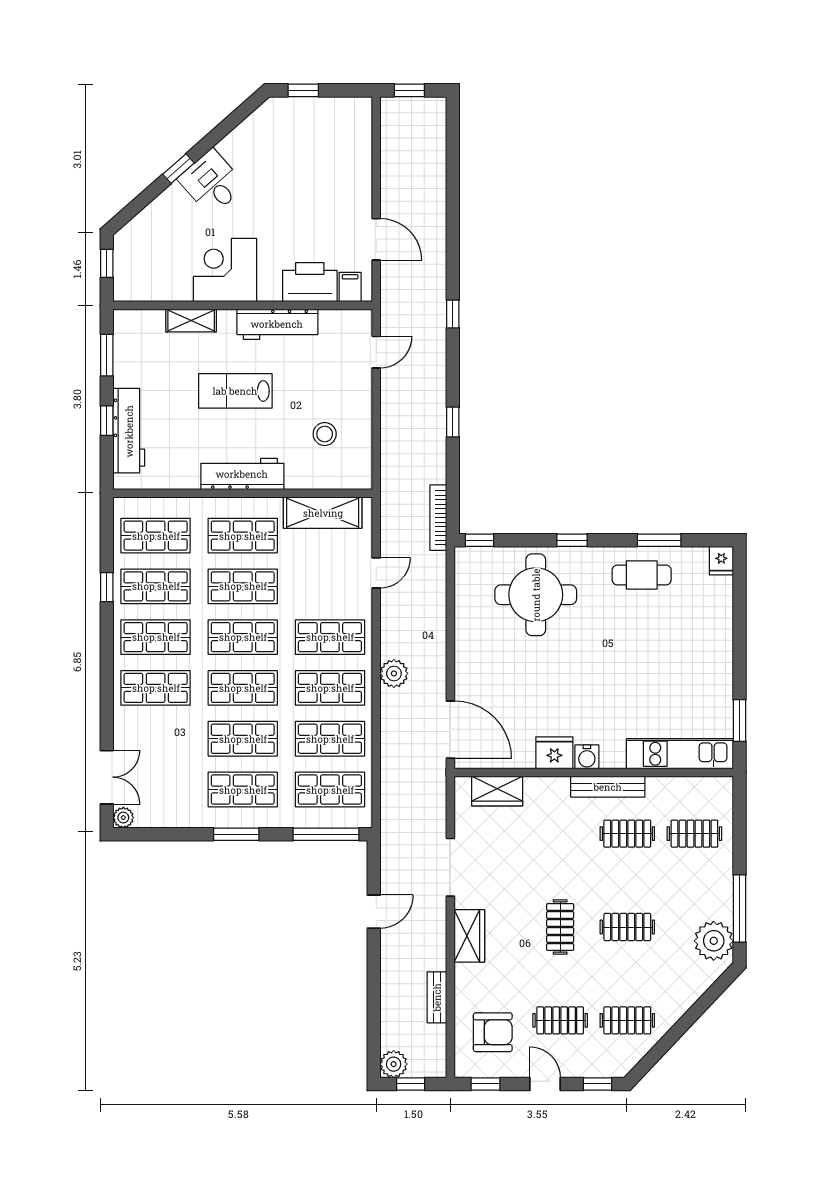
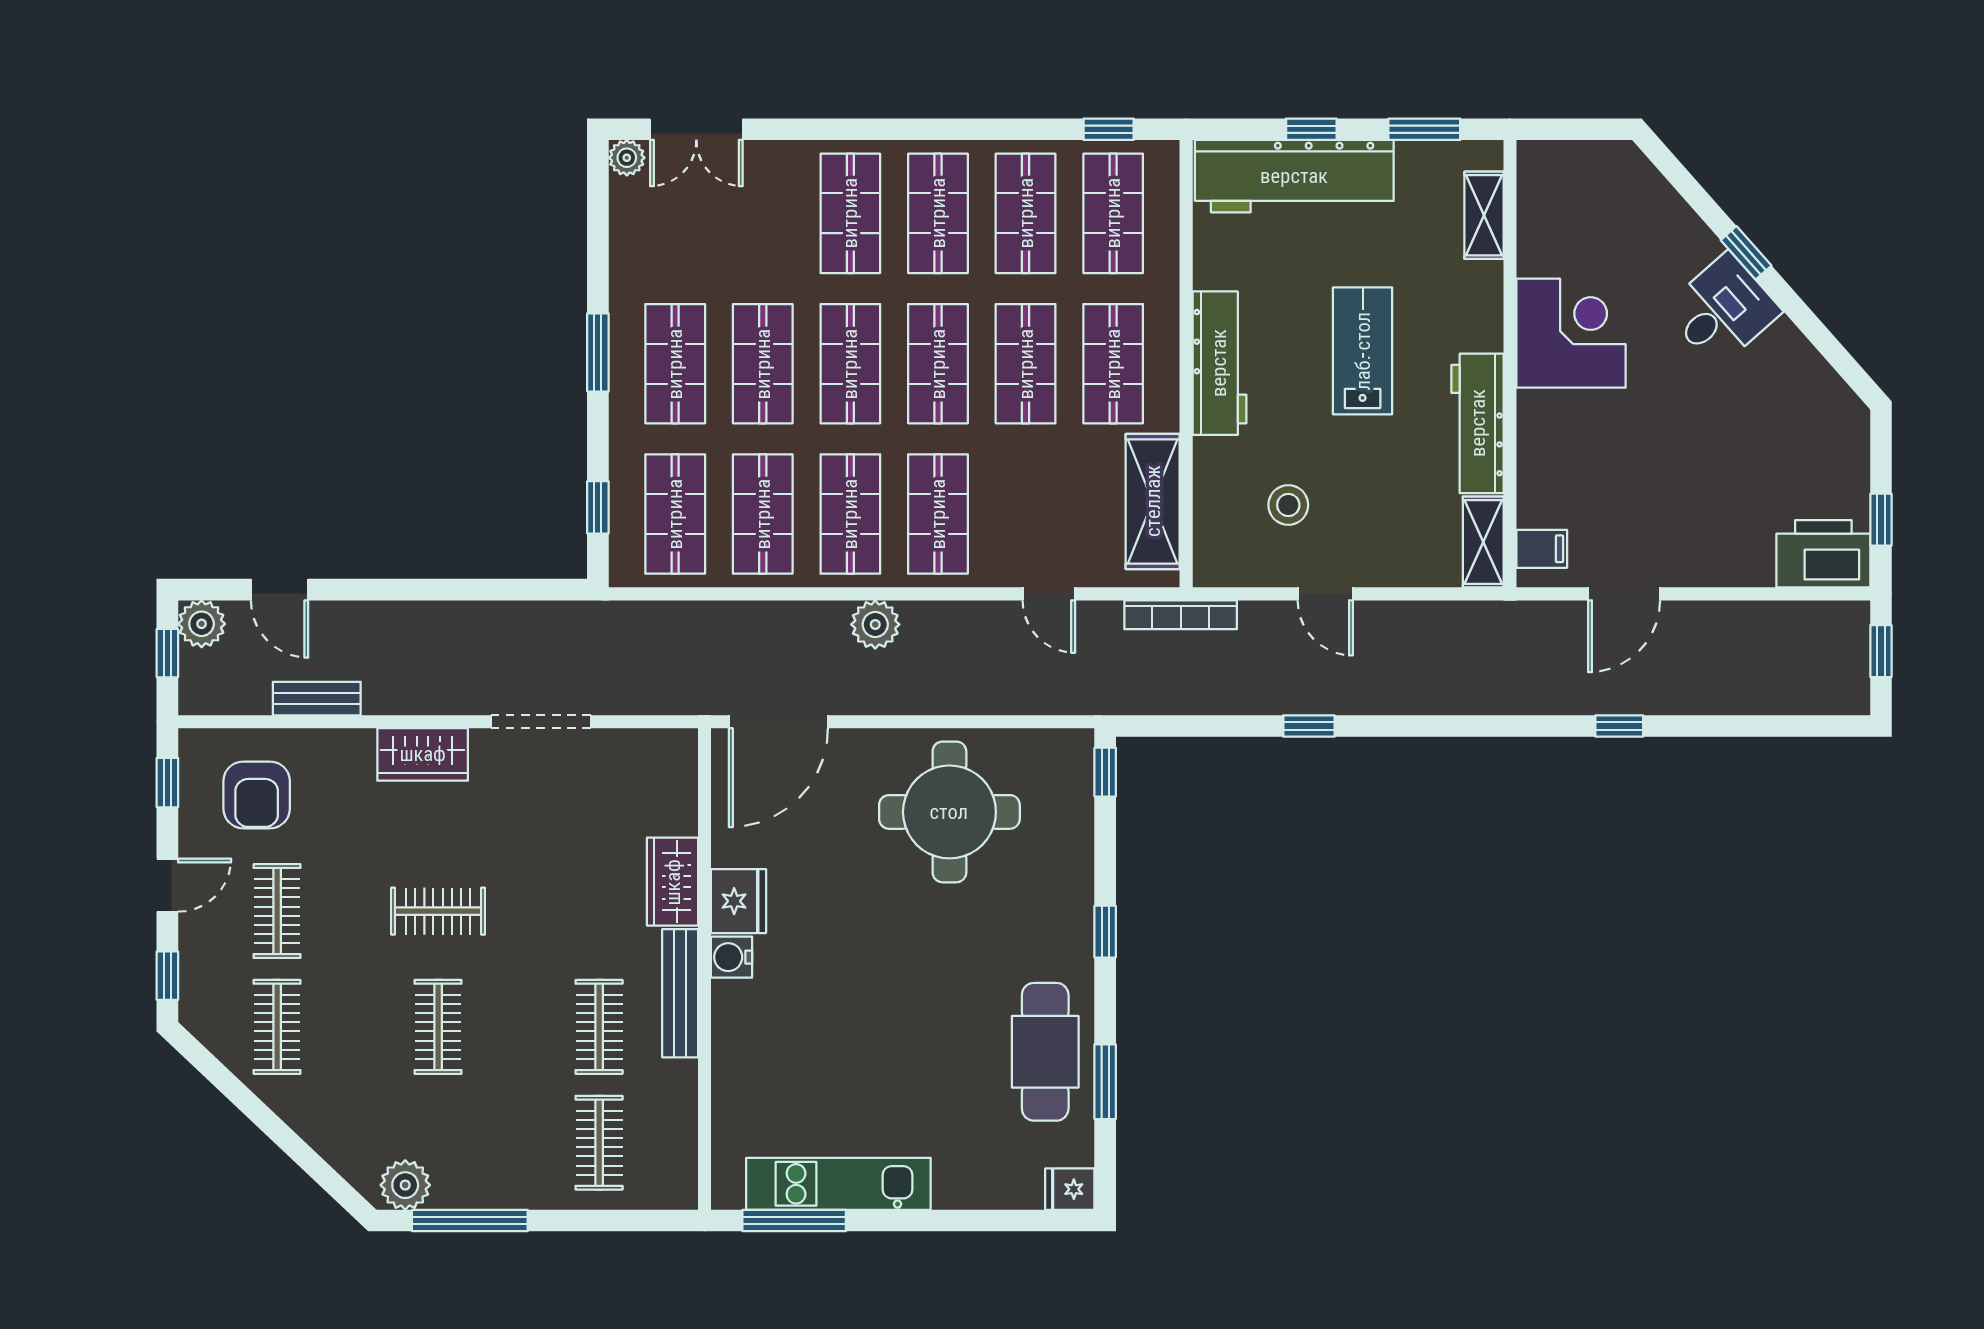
window: (303, 90) -> (1881, 520), moved
window: (107, 263) -> (1582, 129), removed
printer: (310, 282) -> (1823, 554), moved, turned -90
window: (453, 314) -> (1619, 726), moved
shelving: (191, 320) -> (1484, 215), moved
shelving: (346, 321) -> (1483, 542), added
door: (376, 352) -> (1325, 594), moved
workbench: (129, 431) -> (1294, 176), width x1.36, depth x1.32
bookcase: (438, 518) -> (1181, 615), moved, turned 180
cafe table: (642, 575) -> (1045, 1052), width x1.37, depth x1.35
window: (107, 587) -> (1109, 129), moved
round table: (536, 595) -> (949, 812), moved
window: (740, 720) -> (794, 1220), width x1.44
kitchen unit: (680, 754) -> (838, 1184), moved, turned -90
wardrobe: (497, 791) -> (673, 882), moved
window: (326, 834) -> (598, 507), width x0.46
door: (374, 912) -> (280, 590), moved
plant: (714, 941) -> (405, 1185), width x0.73, depth x0.73

